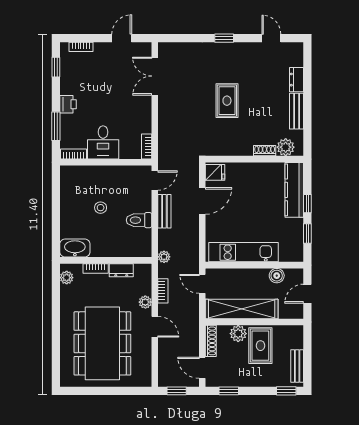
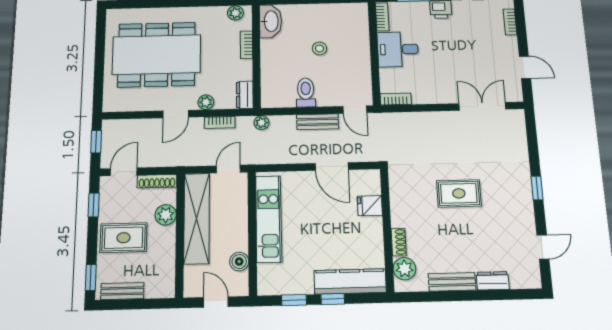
fridge: (215, 172) -> (370, 206), moved, turned 90
dresser: (121, 270) -> (245, 95), moved
rug: (260, 346) -> (124, 238), moved

